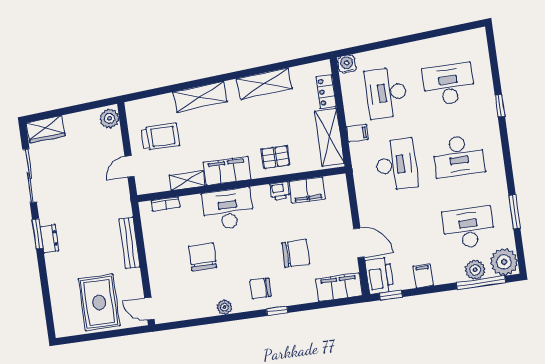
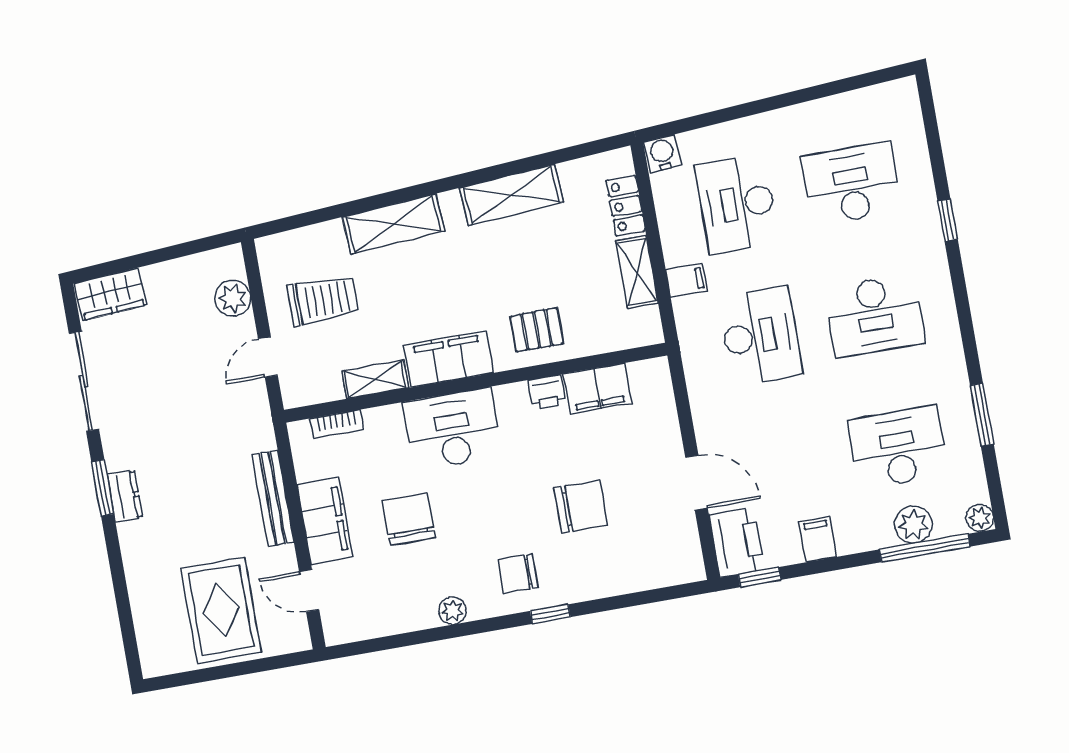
plant: (110, 118) -> (233, 298), moved
shelving: (329, 137) -> (637, 272), width x0.67, depth x0.75
plant: (504, 262) -> (980, 518), width x0.53, depth x0.53
filing cabinet: (339, 287) -> (325, 521), moved, turned 90
door: (149, 309) -> (309, 591), moved

